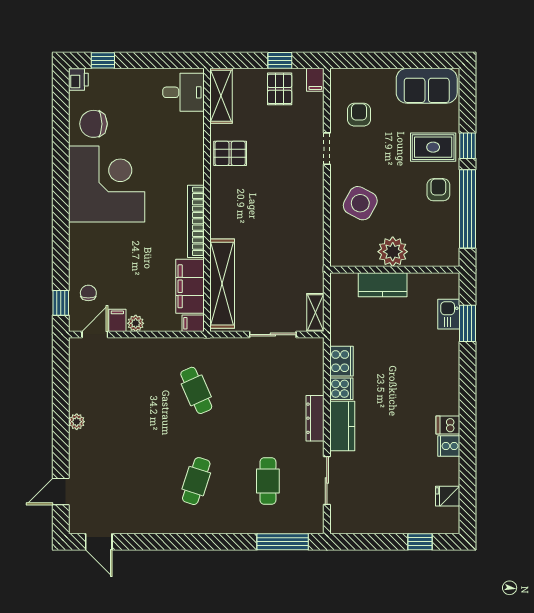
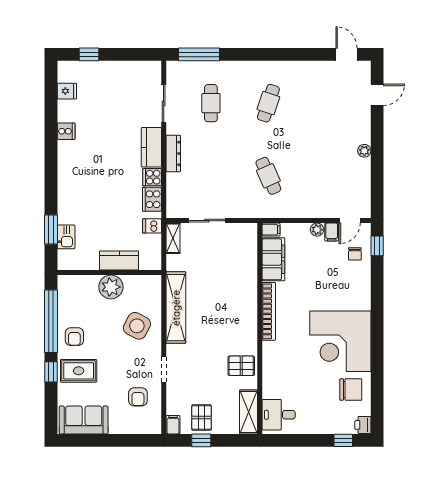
shelving: (222, 284) -> (176, 308), moved
dishwasher: (448, 425) -> (152, 226), moved, turned 180

